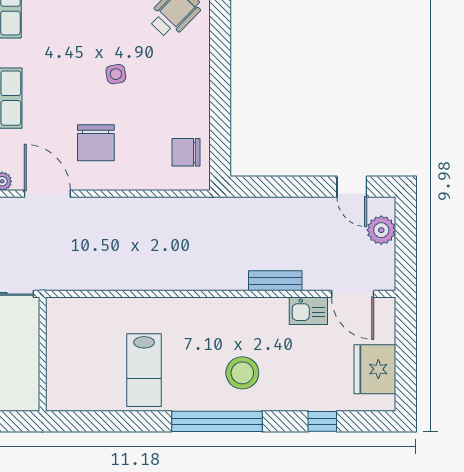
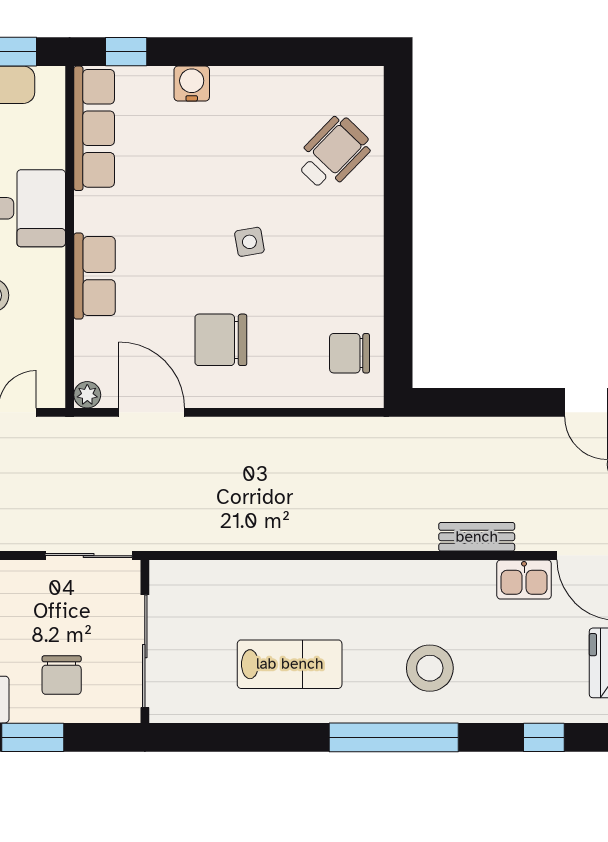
chair: (96, 143) -> (221, 340), turned 90
sliding door: (43, 361) -> (145, 651), added
lab bench: (144, 370) -> (290, 664), turned -90

